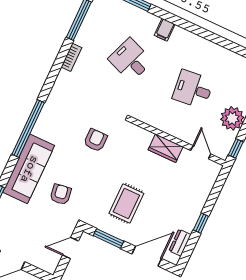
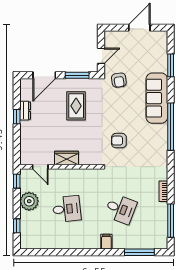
armchair: (95, 140) -> (119, 141), turned 90
armchair: (61, 194) -> (119, 80), moved
dresser: (180, 243) -> (25, 111), moved

